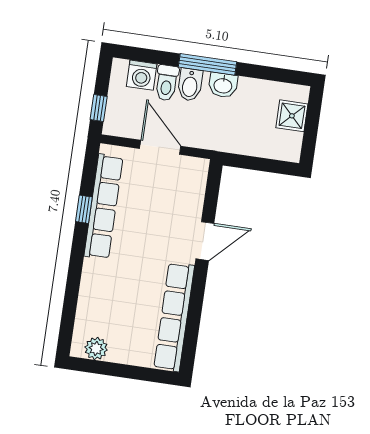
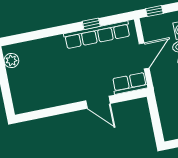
row of seats: (174, 317) -> (130, 83), moved, width x0.50

